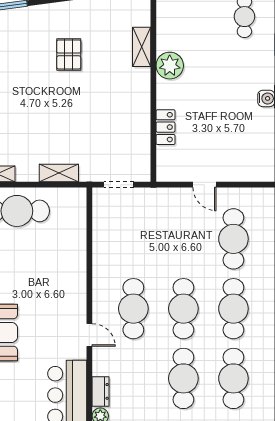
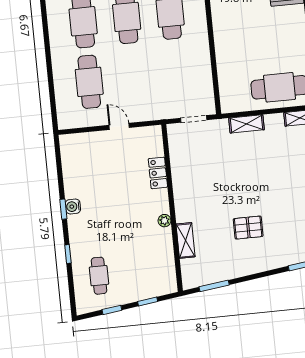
pallet: (69, 54) -> (248, 228), turned 90
plant: (170, 66) -> (164, 221), width x0.53, depth x0.53

